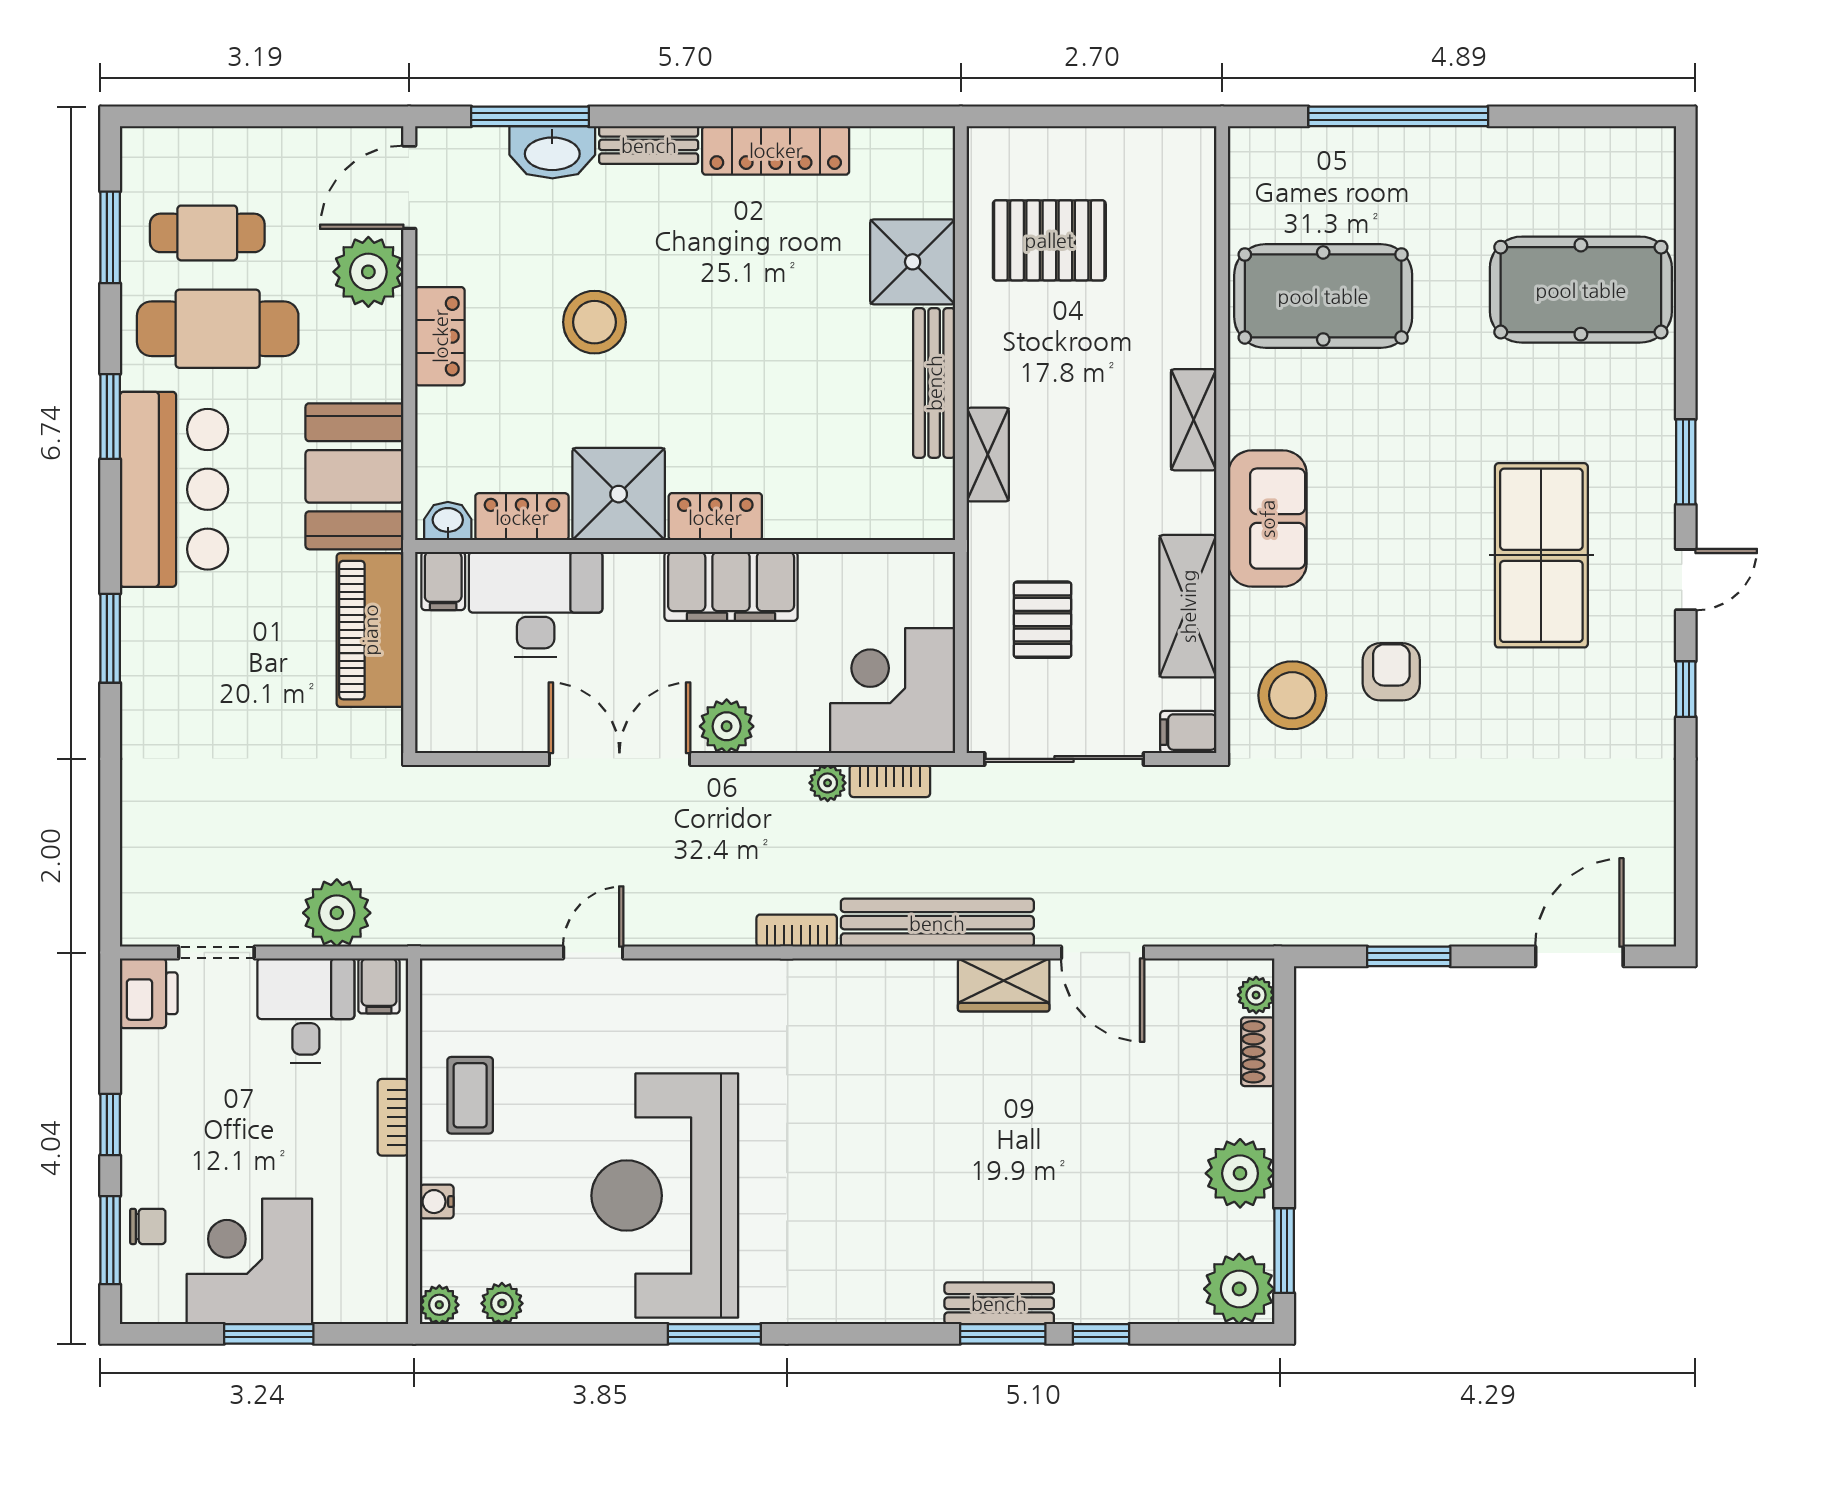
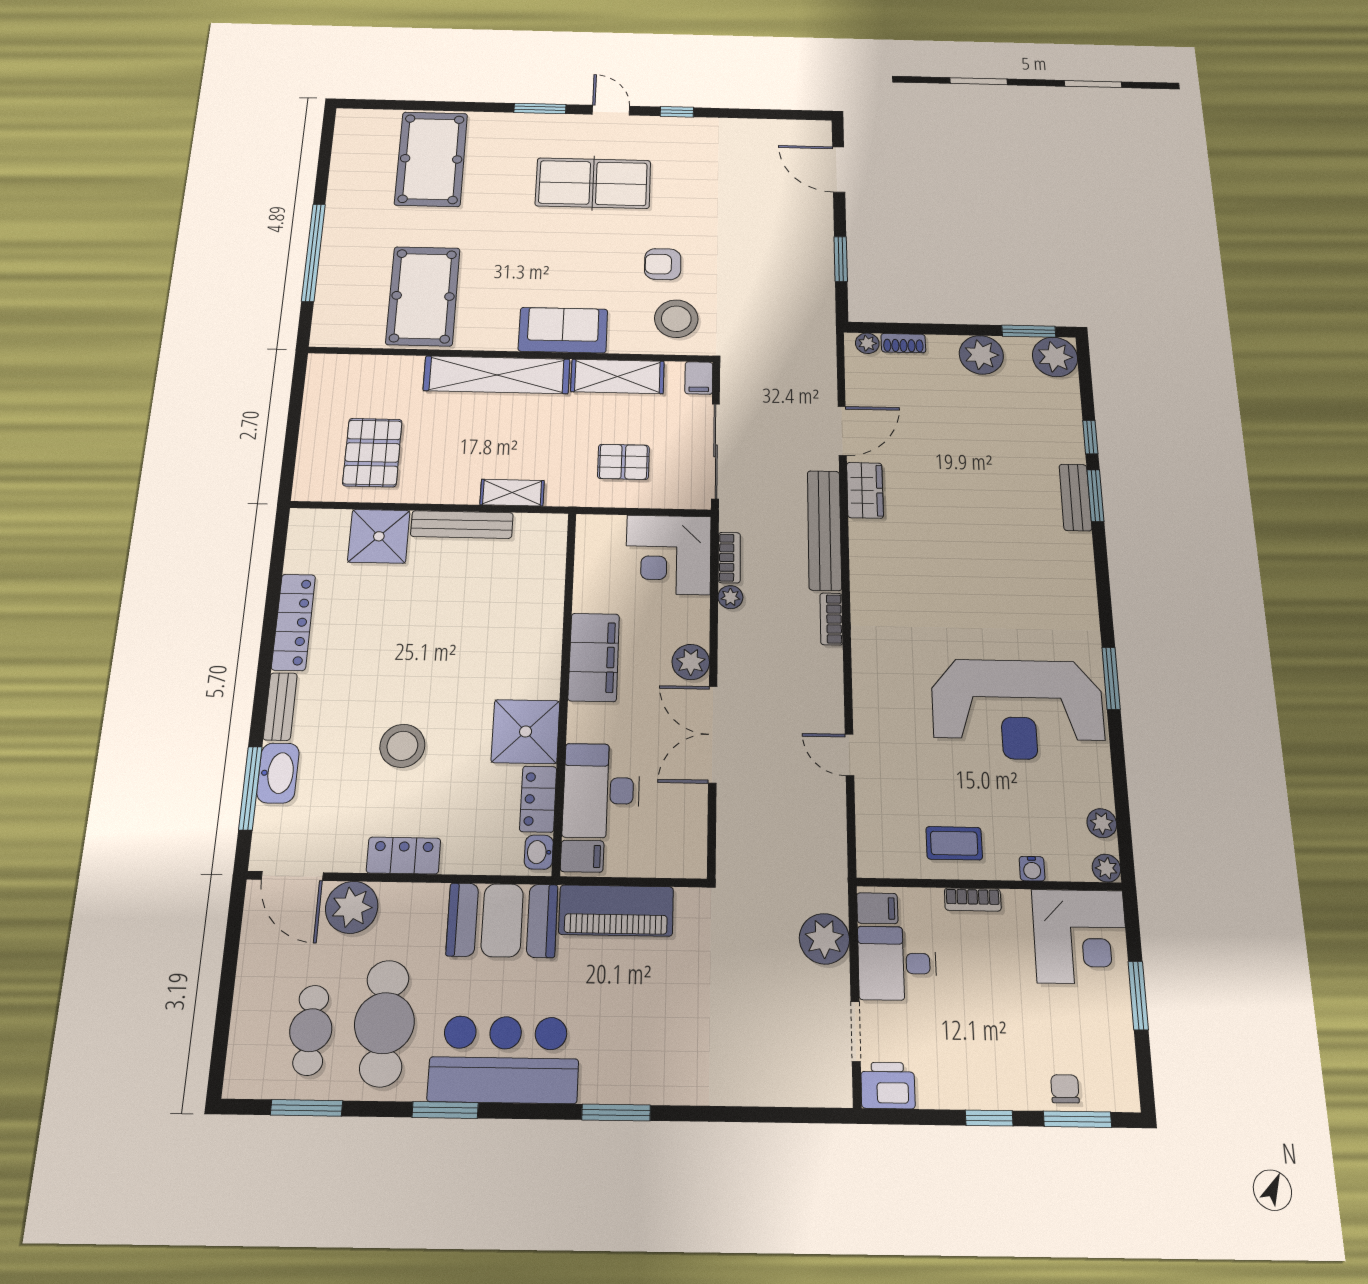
shelving: (1194, 420) -> (497, 375), width x2.20, depth x1.33
locker: (715, 517) -> (545, 667), removed
corner desk: (249, 1261) -> (1080, 937), moved, turned -90

